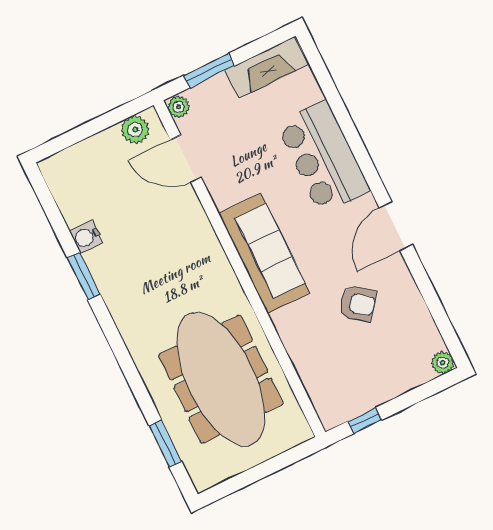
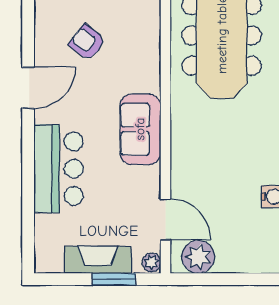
fireplace: (266, 68) -> (98, 260), moved
plant: (135, 130) -> (198, 257), width x1.36, depth x1.36
sofa: (264, 253) -> (140, 129), width x0.73

